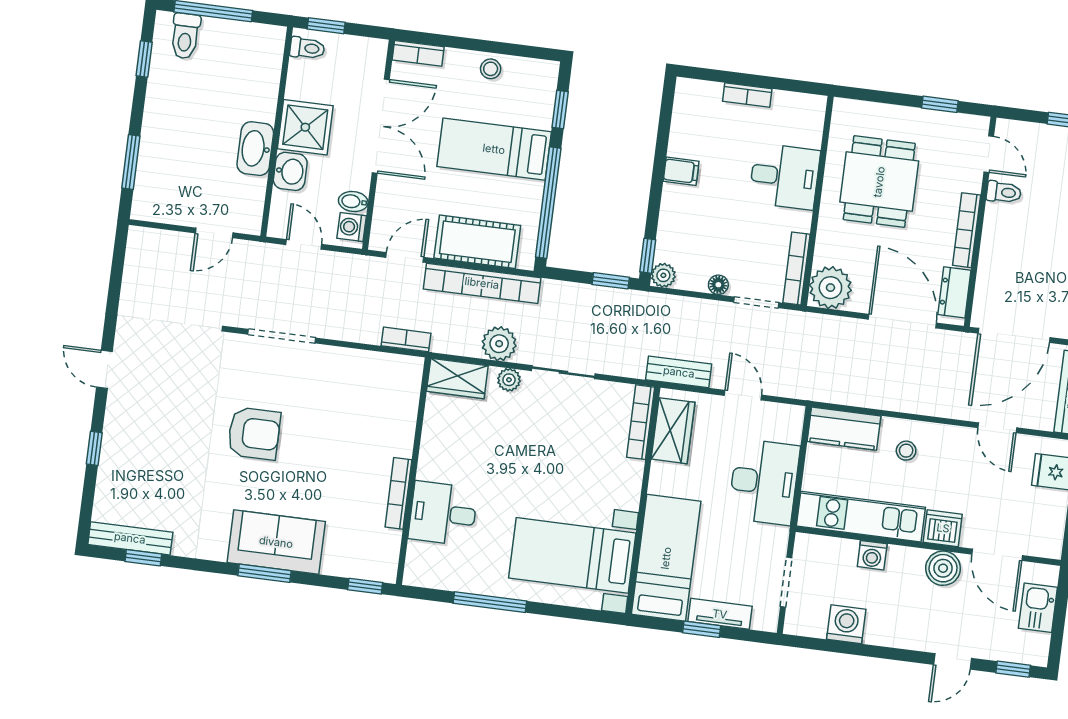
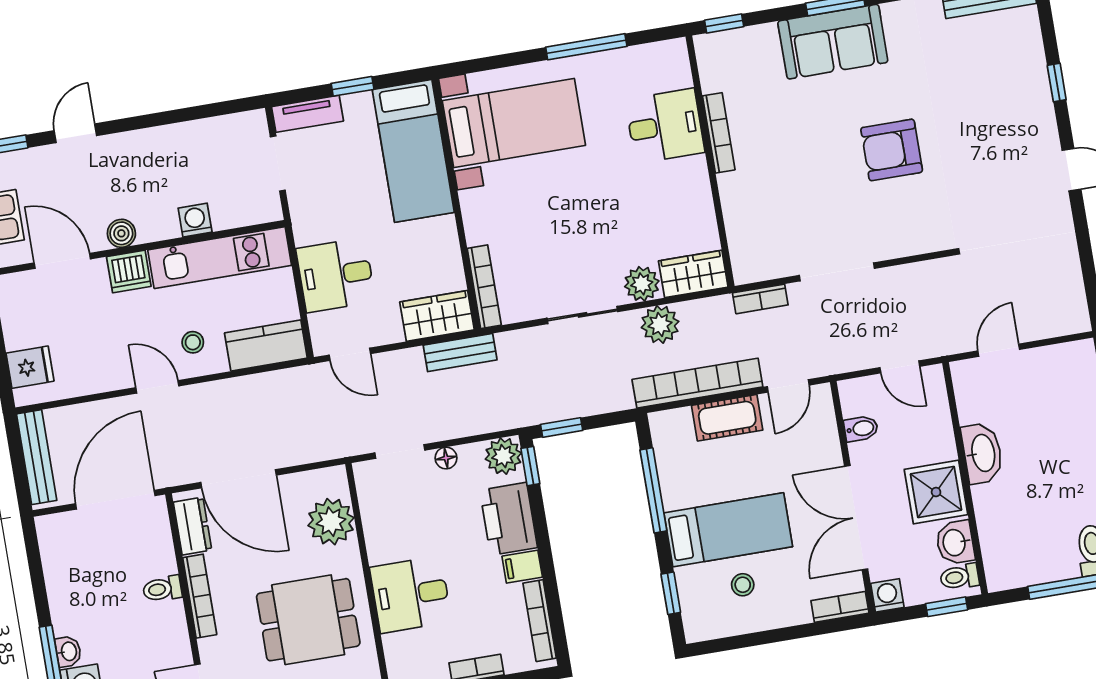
stool: (491, 69) -> (743, 585), moved
washbasin: (290, 171) -> (955, 542), moved
dining table: (879, 182) -> (308, 620), turned 90
toilet: (1004, 192) -> (162, 589), moved
window: (548, 203) -> (653, 490), width x0.68
printer: (680, 216) -> (509, 519), added
washing machine: (352, 227) -> (887, 595), moved, turned -90
cot: (477, 242) -> (727, 418), width x0.73, depth x0.75
bookcase: (796, 268) -> (540, 621), moved, turned 180
plant: (663, 275) -> (503, 456), width x1.38, depth x1.38
plant: (830, 288) -> (331, 522), moved
doorway: (282, 336) -> (837, 272), moved
plant: (509, 380) -> (642, 284), width x1.38, depth x1.38
door: (743, 395) -> (350, 354), moved
door: (997, 428) -> (157, 387), moved
wardrobe: (673, 431) -> (437, 316), moved, turned 90
desk: (764, 482) -> (336, 275), width x0.73
boiler: (943, 568) -> (121, 233), width x0.73, depth x0.73
tv unit: (720, 614) -> (307, 114), moved
washing machine: (846, 624) -> (200, 138), removed

